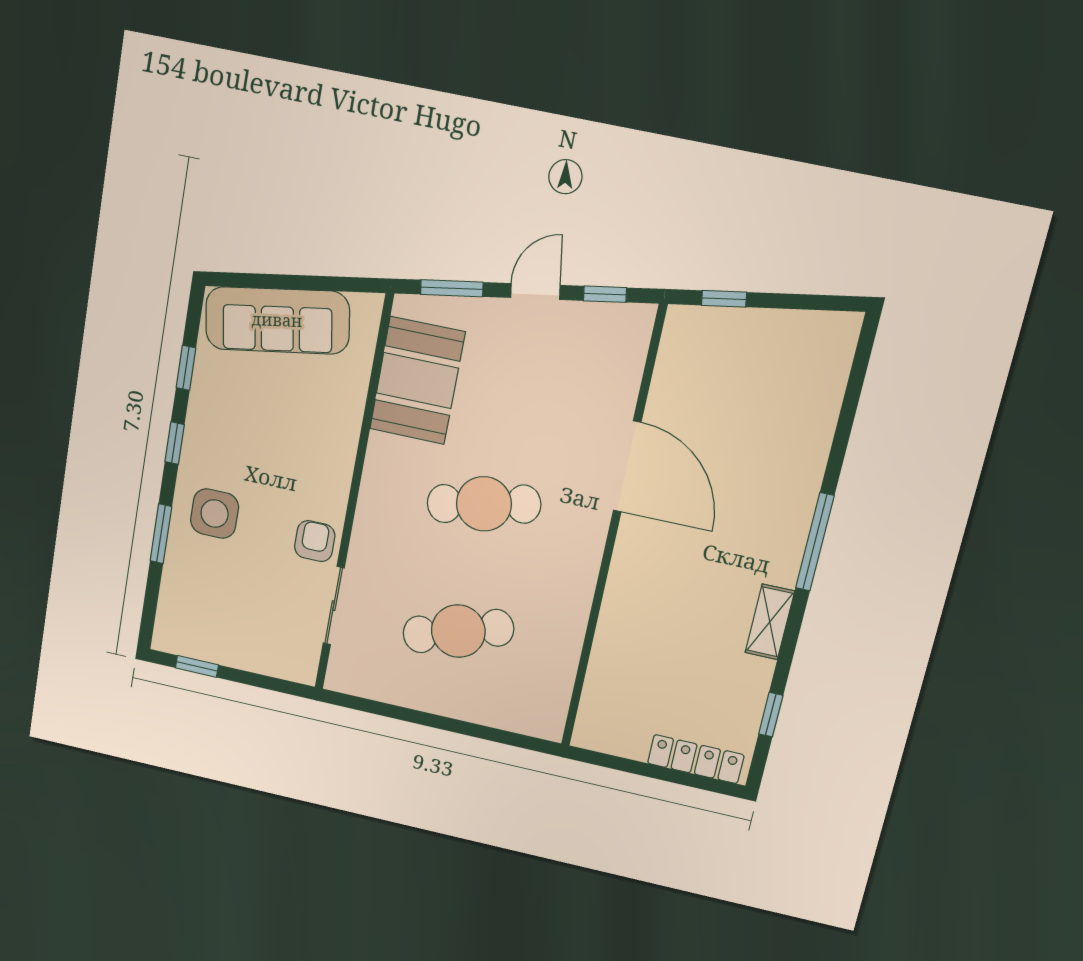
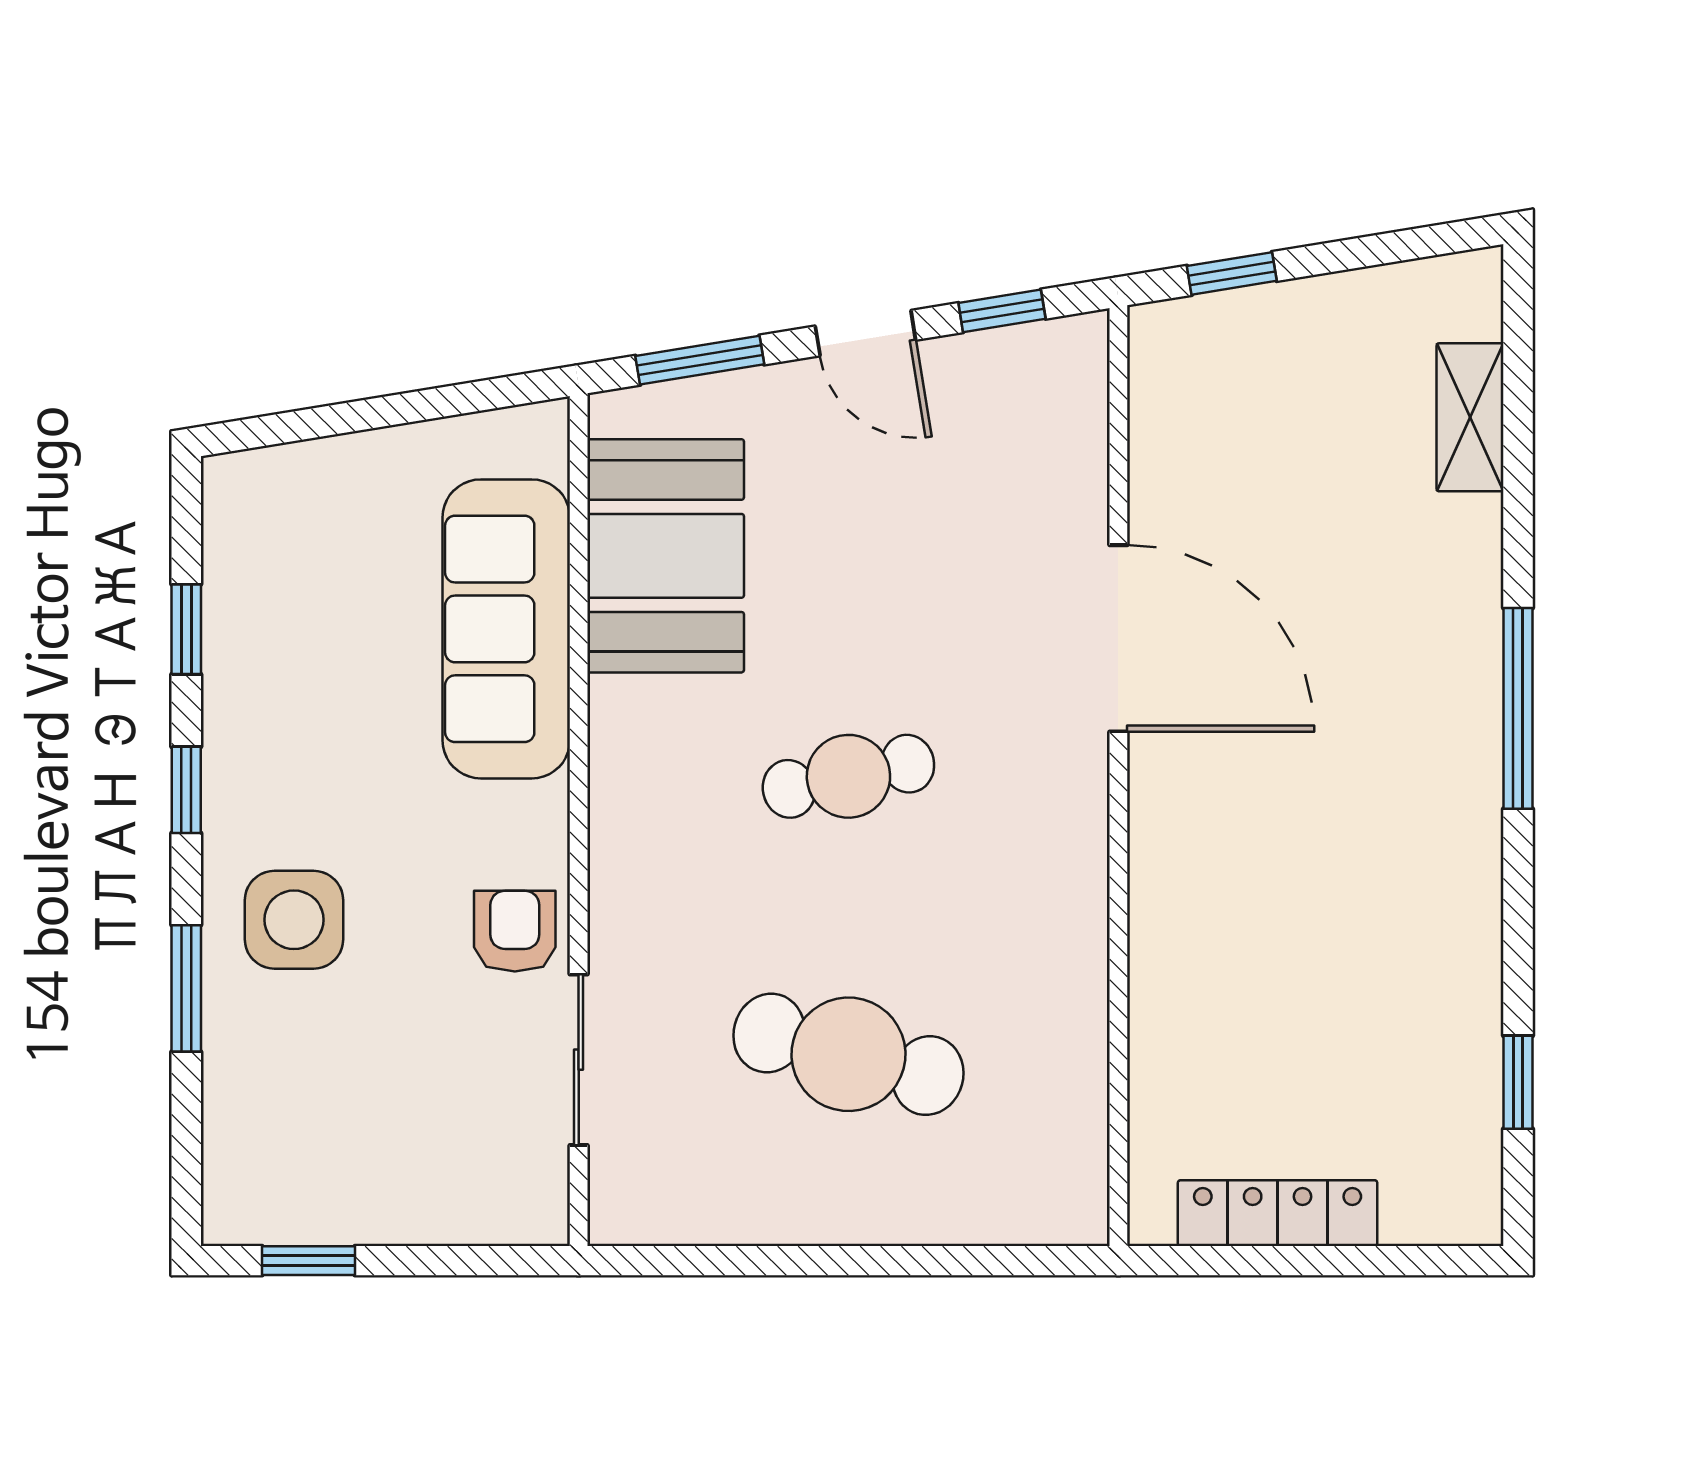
door: (535, 291) -> (865, 333), swing flipped
sofa: (277, 320) -> (506, 629), moved, turned 99
cafe table: (484, 504) -> (848, 776), width x0.73, depth x0.74
shelving: (770, 622) -> (1470, 417), moved
cafe table: (458, 631) -> (848, 1054), turned 33
locker: (696, 759) -> (1278, 1213), moved

